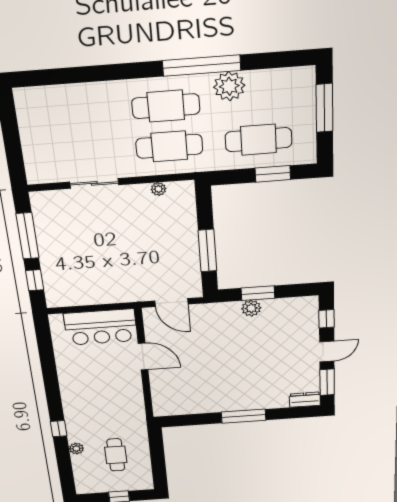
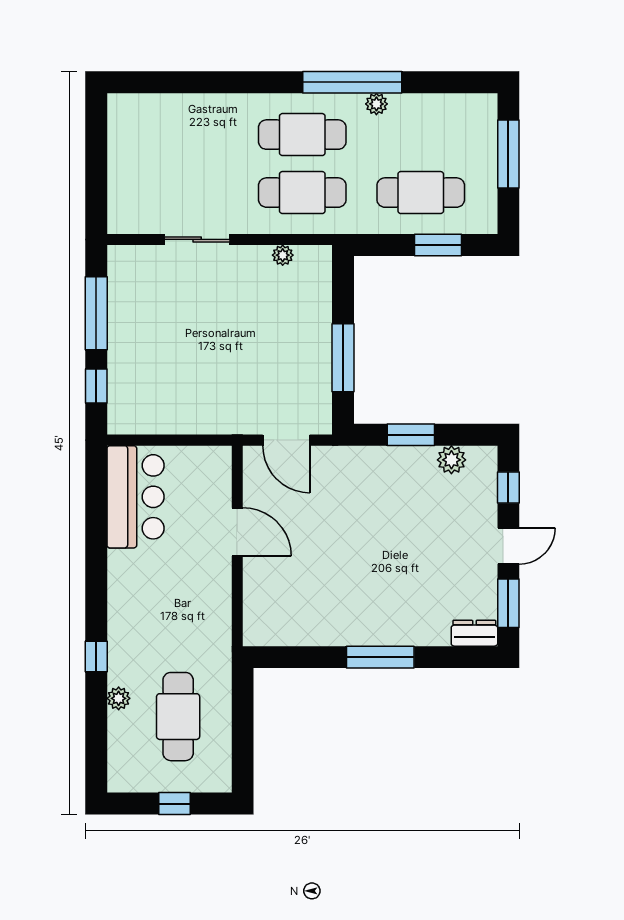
plant: (229, 86) -> (376, 104), width x0.53, depth x0.53
plant: (251, 308) -> (451, 460), moved
bar counter: (101, 327) -> (136, 497), moved, turned -90
cafe table: (116, 455) -> (178, 717), width x1.37, depth x1.35

